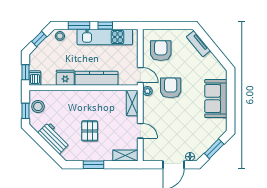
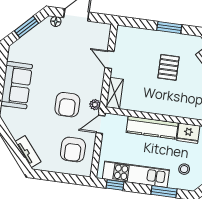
window: (105, 26) -> (115, 185), moved
stool: (60, 36) -> (184, 169), moved
door: (140, 75) -> (101, 124), hinge flipped
shelving: (125, 155) -> (131, 33), removed

